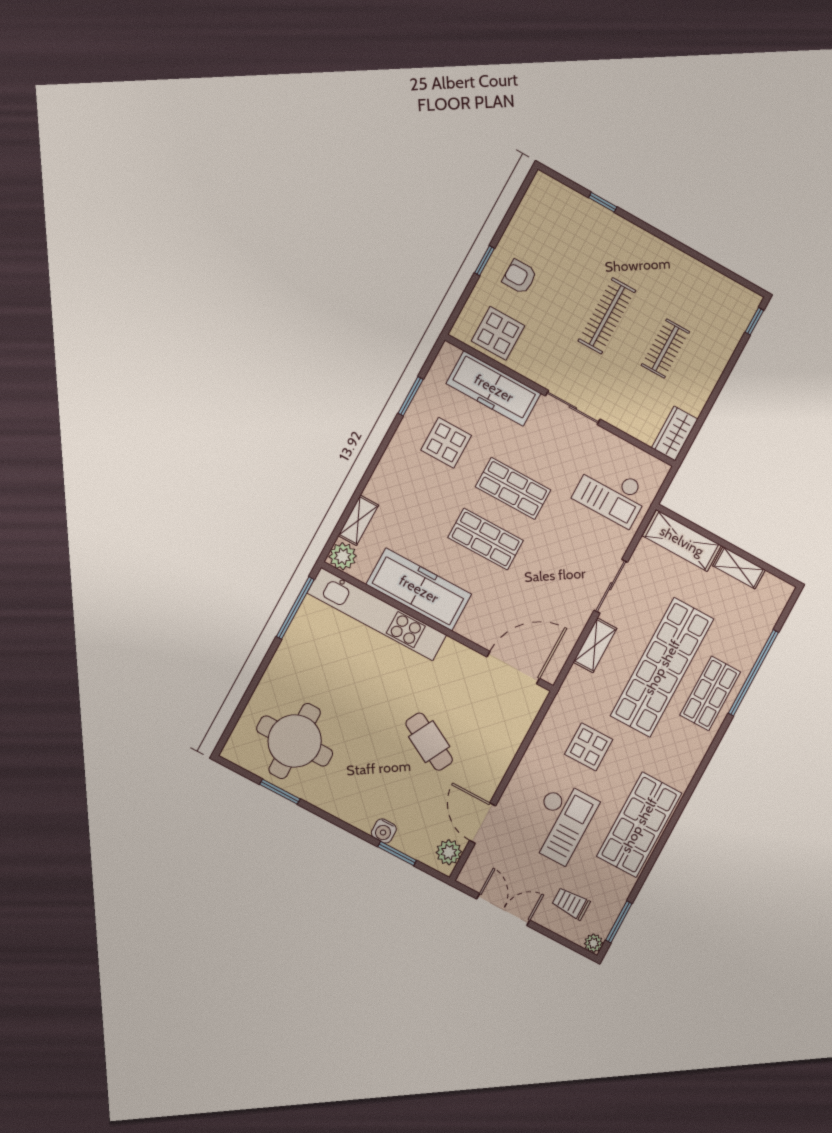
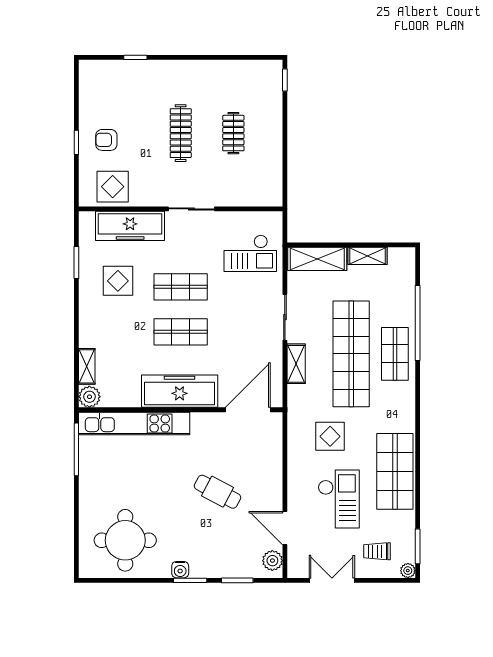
wardrobe: (675, 433) -> (272, 188), removed
freezer: (419, 589) -> (180, 391), moved
window: (280, 792) -> (190, 580), moved
water cooler: (384, 831) -> (180, 570), moved

